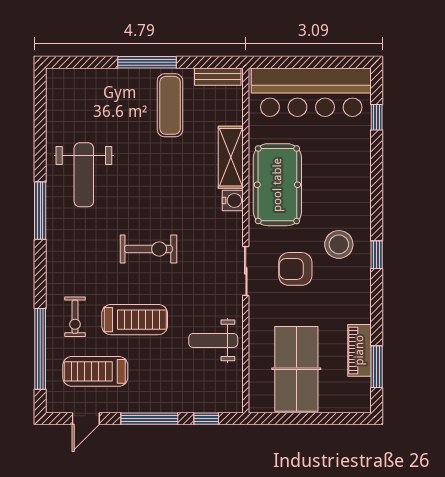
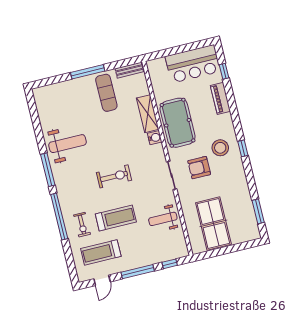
bar counter: (311, 92) -> (193, 64), width x0.73
weight bench: (84, 175) -> (68, 144), turned -90
window: (40, 349) -> (59, 216), moved
piano: (359, 350) -> (220, 98), moved

